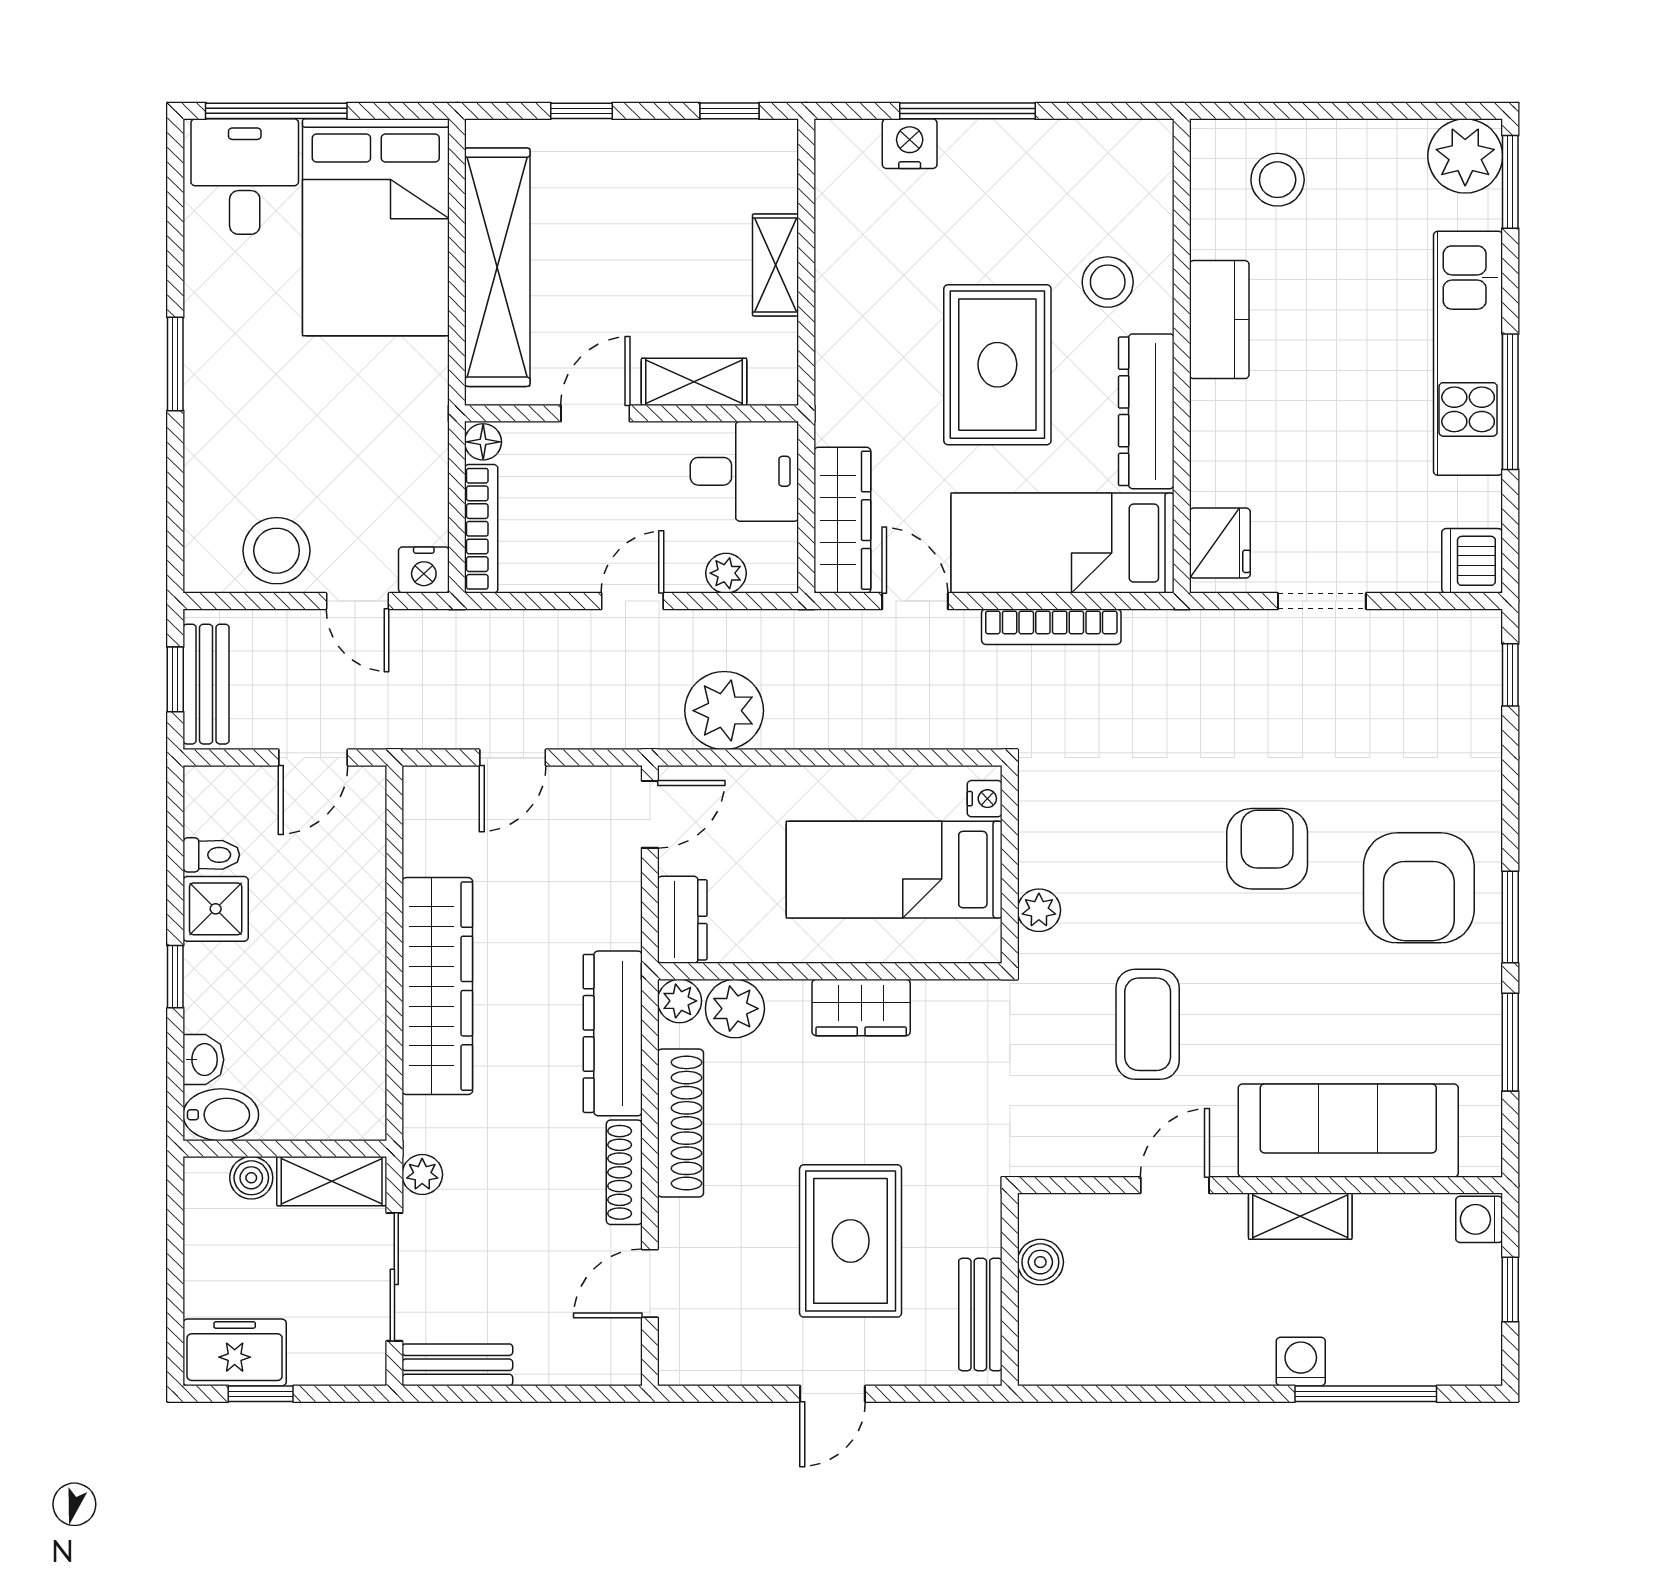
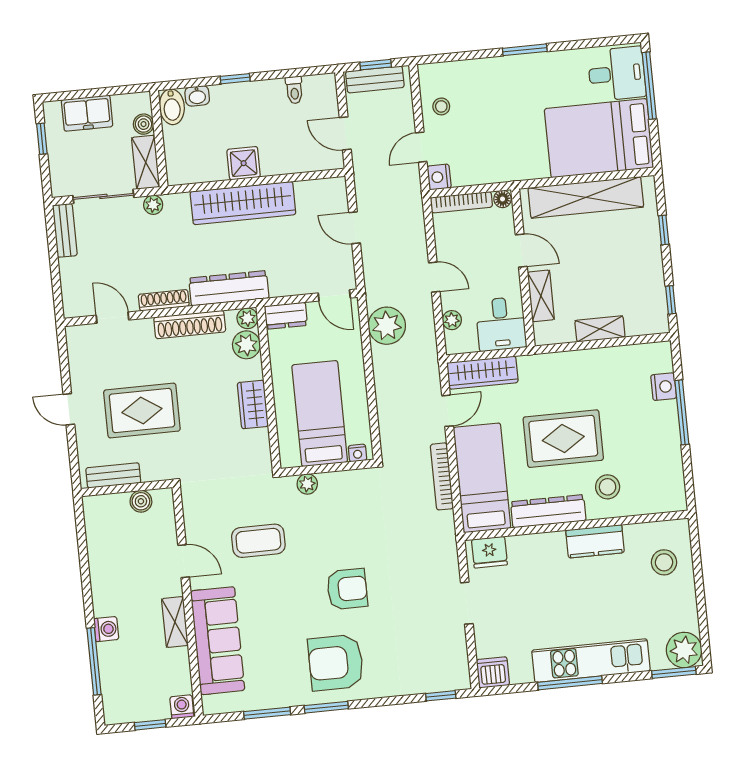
stool: (277, 551) -> (441, 106), width x0.53, depth x0.53
shower: (216, 909) -> (244, 163), moved
freezer: (235, 1352) -> (87, 113), moved, turned 90

